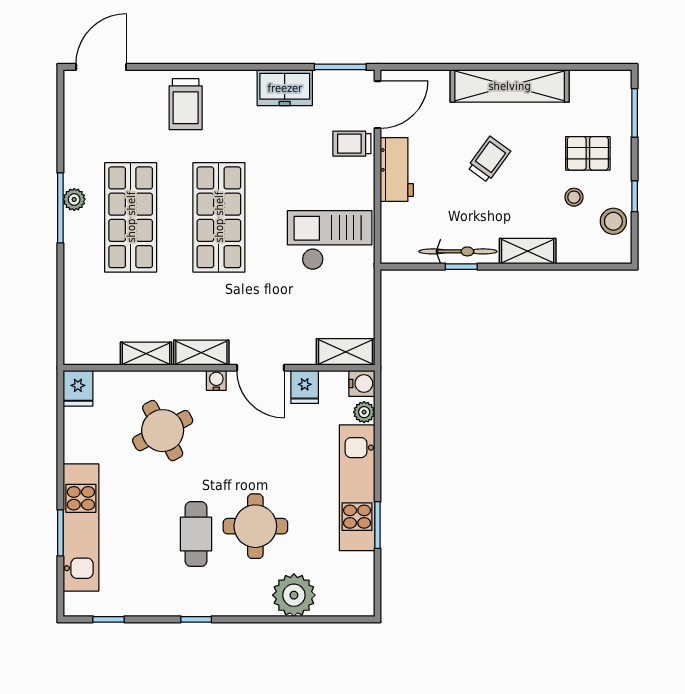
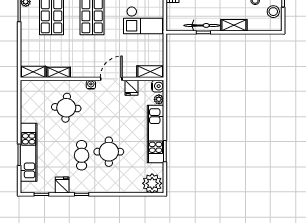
checkout: (330, 240) -> (143, 20), turned 180
shelving: (201, 353) -> (33, 72), moved
door: (260, 368) -> (111, 79), swing flipped
fridge: (78, 388) -> (62, 185), moved, turned 180
round table: (163, 431) -> (66, 108), turned 32
plant: (294, 595) -> (152, 183), moved

